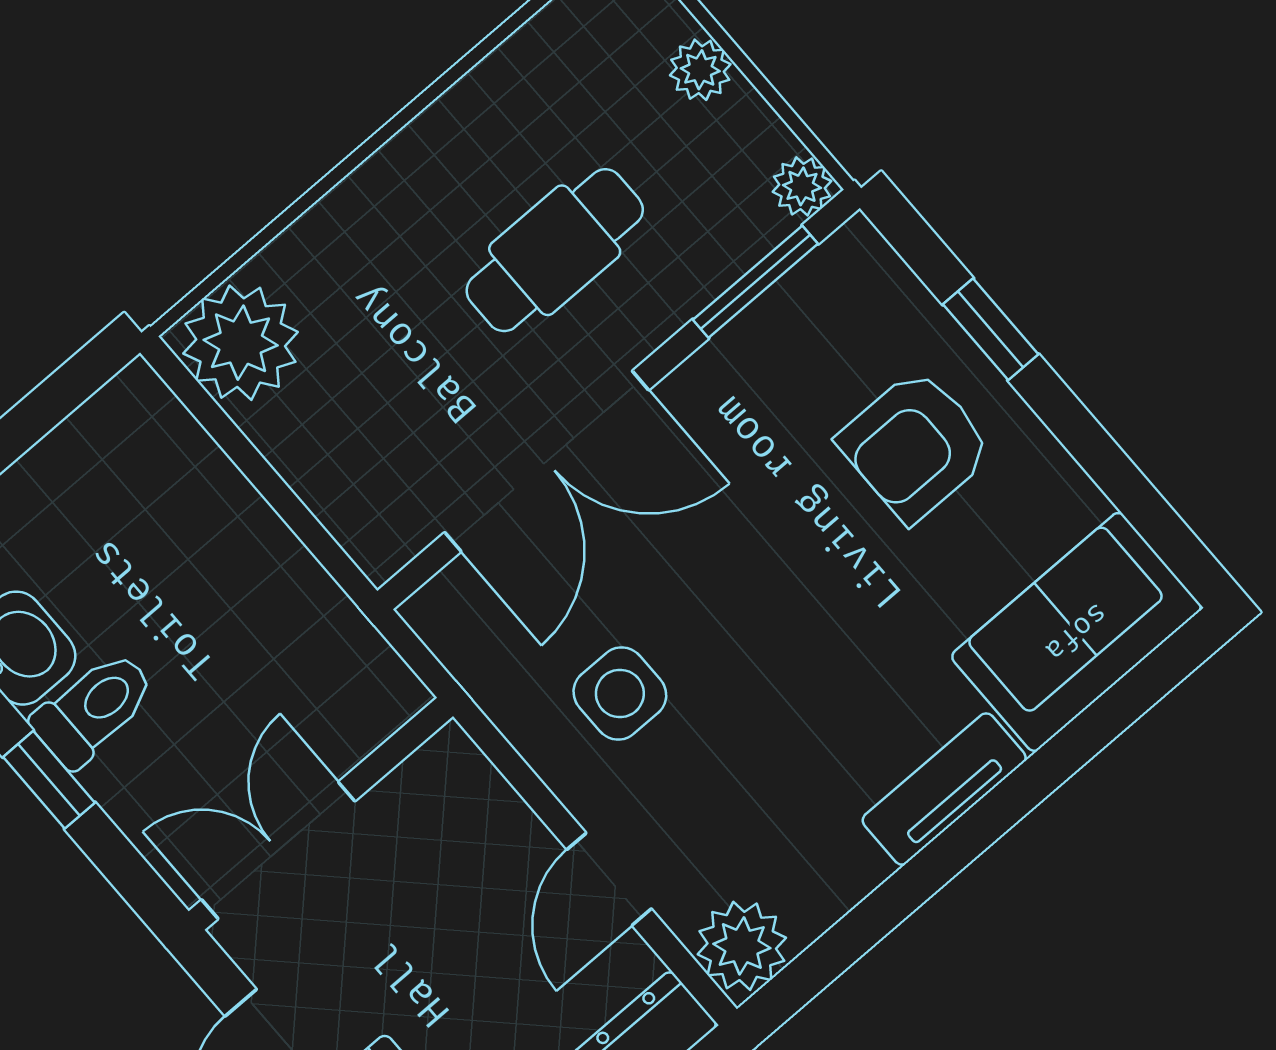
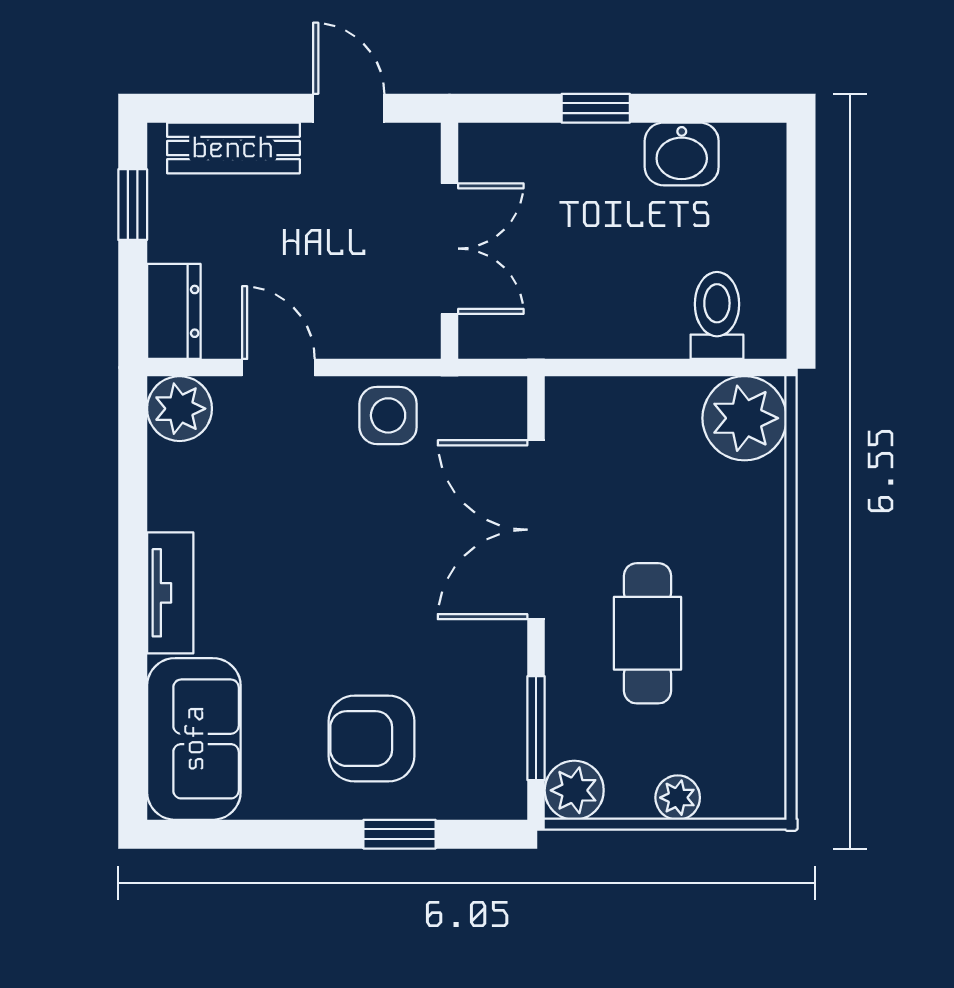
plant: (802, 186) -> (574, 790), width x1.38, depth x1.38
armchair: (915, 445) -> (371, 739), turned -90
side table: (620, 693) -> (388, 415), moved
toilet: (94, 709) -> (717, 315), moved, turned 180
double door: (278, 850) -> (450, 249), moved

